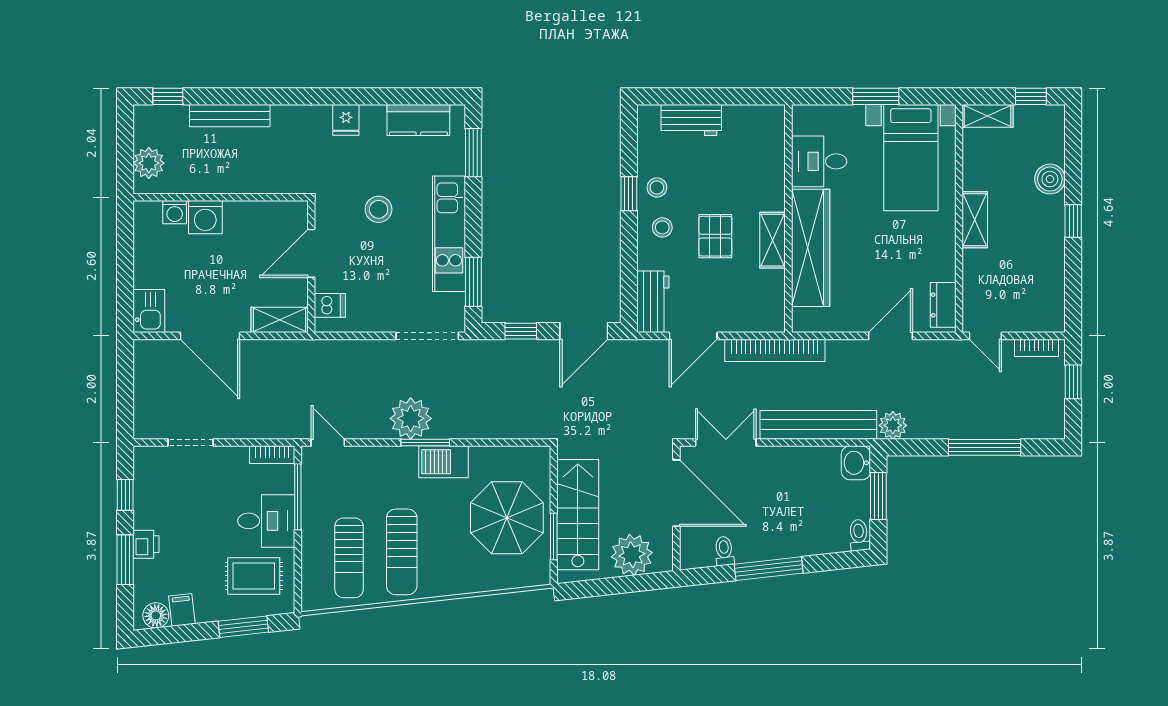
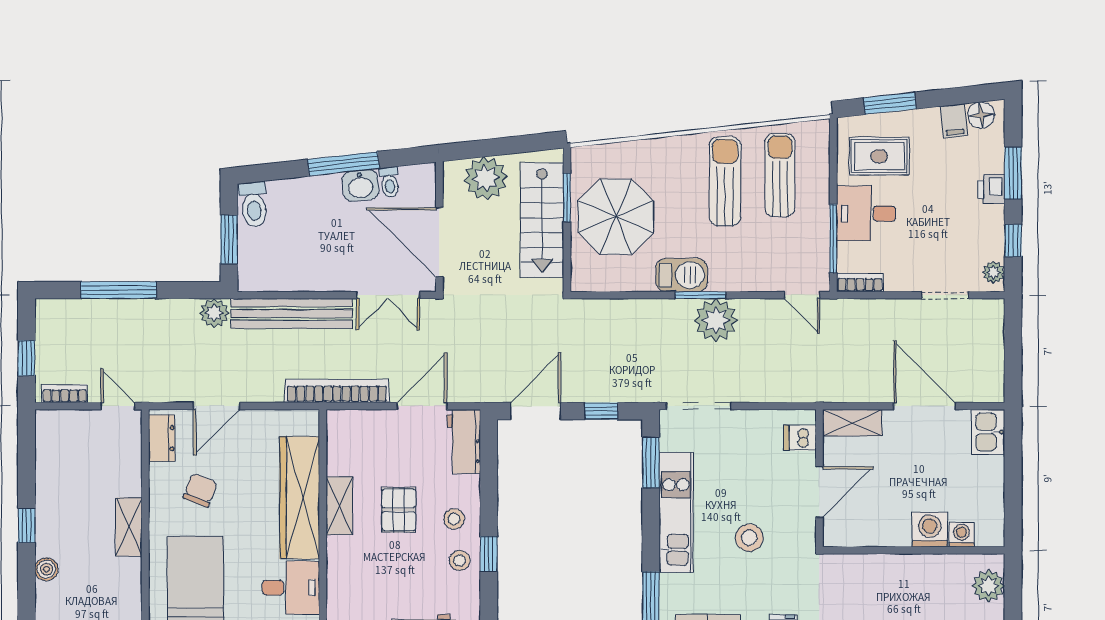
boiler: (1050, 179) -> (46, 569), width x0.73, depth x0.73
chair: (906, 255) -> (200, 490), added
washbasin: (856, 463) -> (361, 185), moved, turned 84
plant: (144, 464) -> (993, 272), added
toilet: (859, 535) -> (254, 205), width x1.37, depth x1.39

